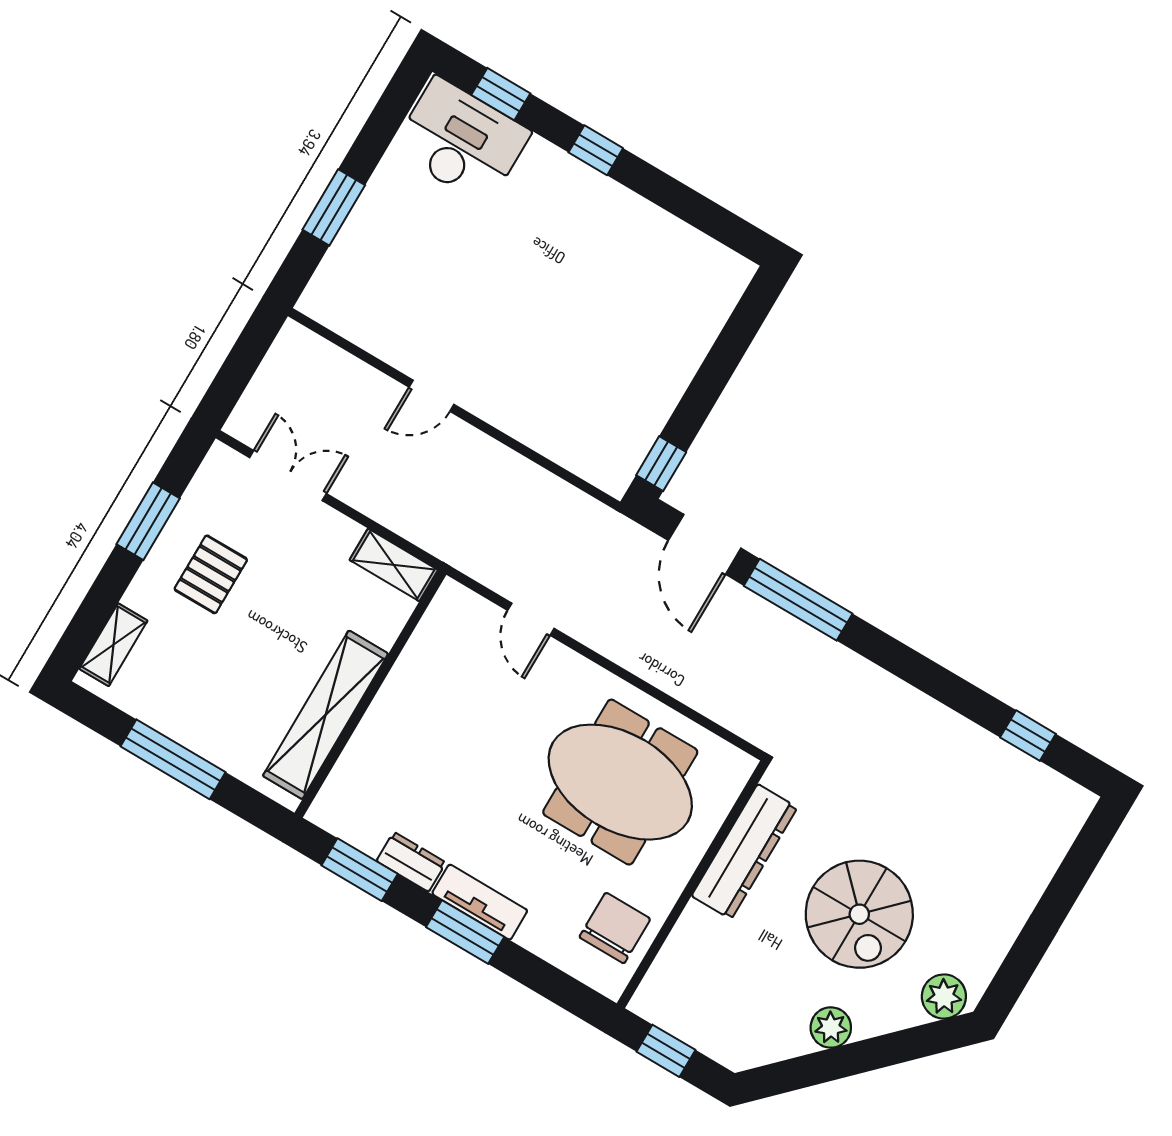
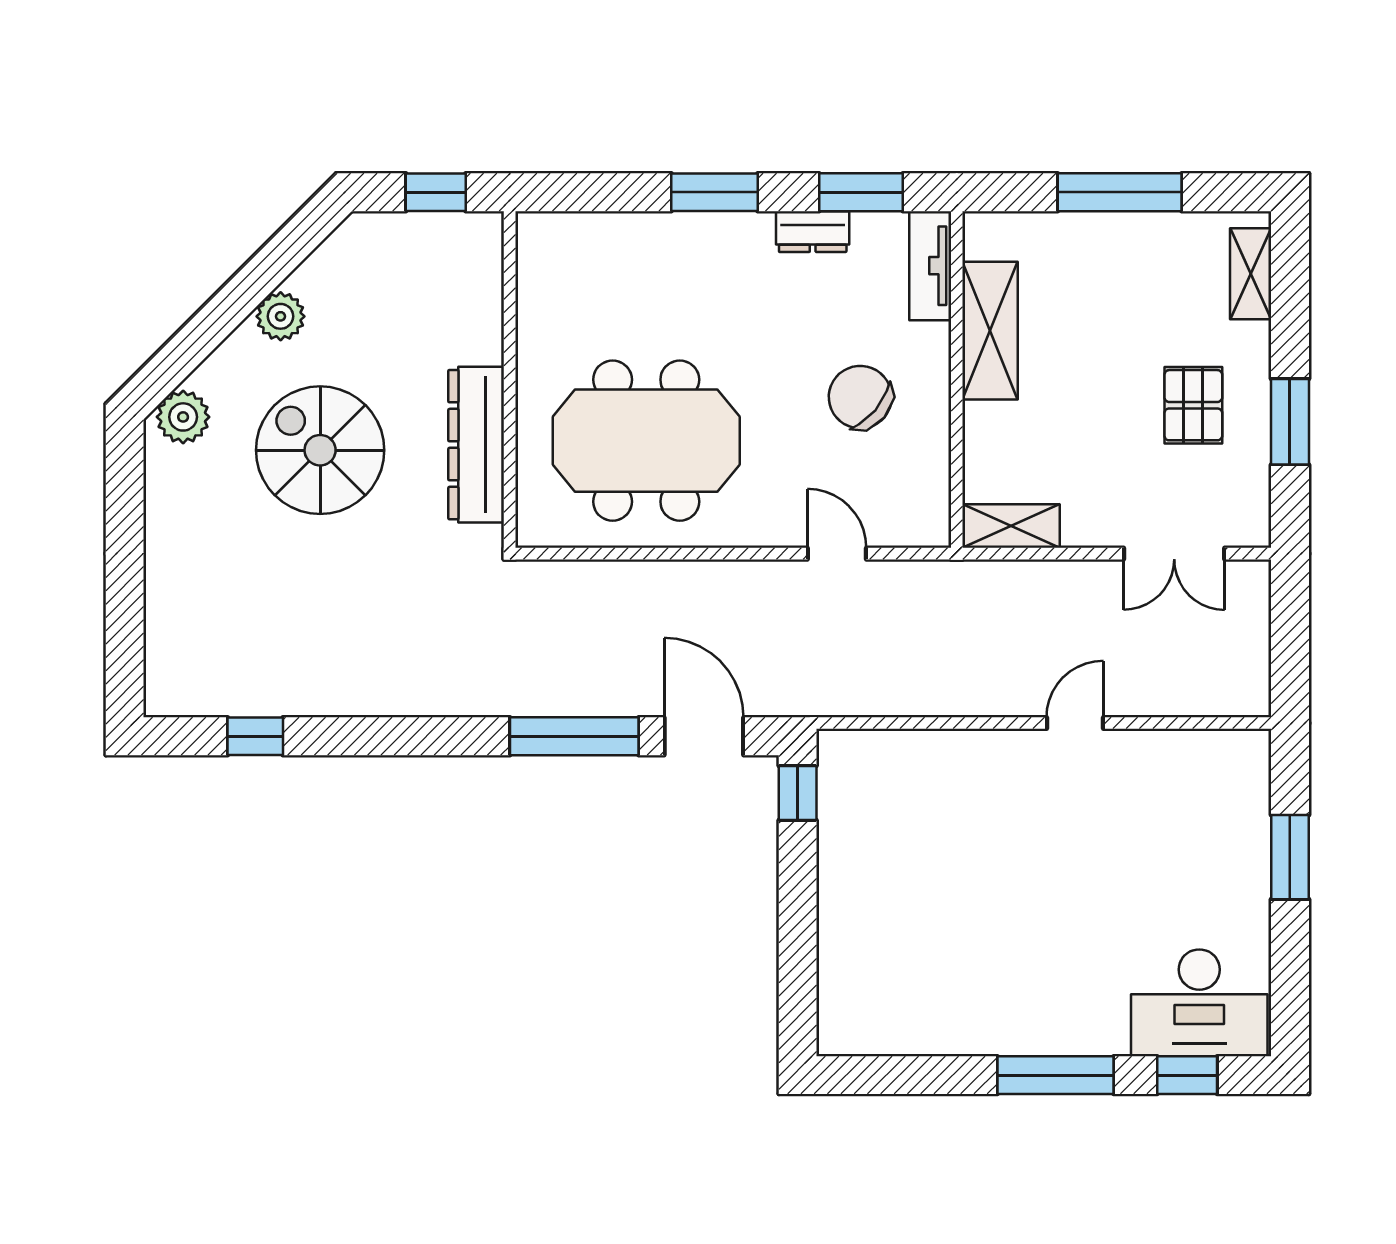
window: (596, 150) -> (1055, 1075), width x2.17
shelving: (326, 715) -> (990, 331), width x0.68
tv unit: (480, 902) -> (930, 266), moved, turned 90
chair: (615, 928) -> (860, 397), moved, turned 130

